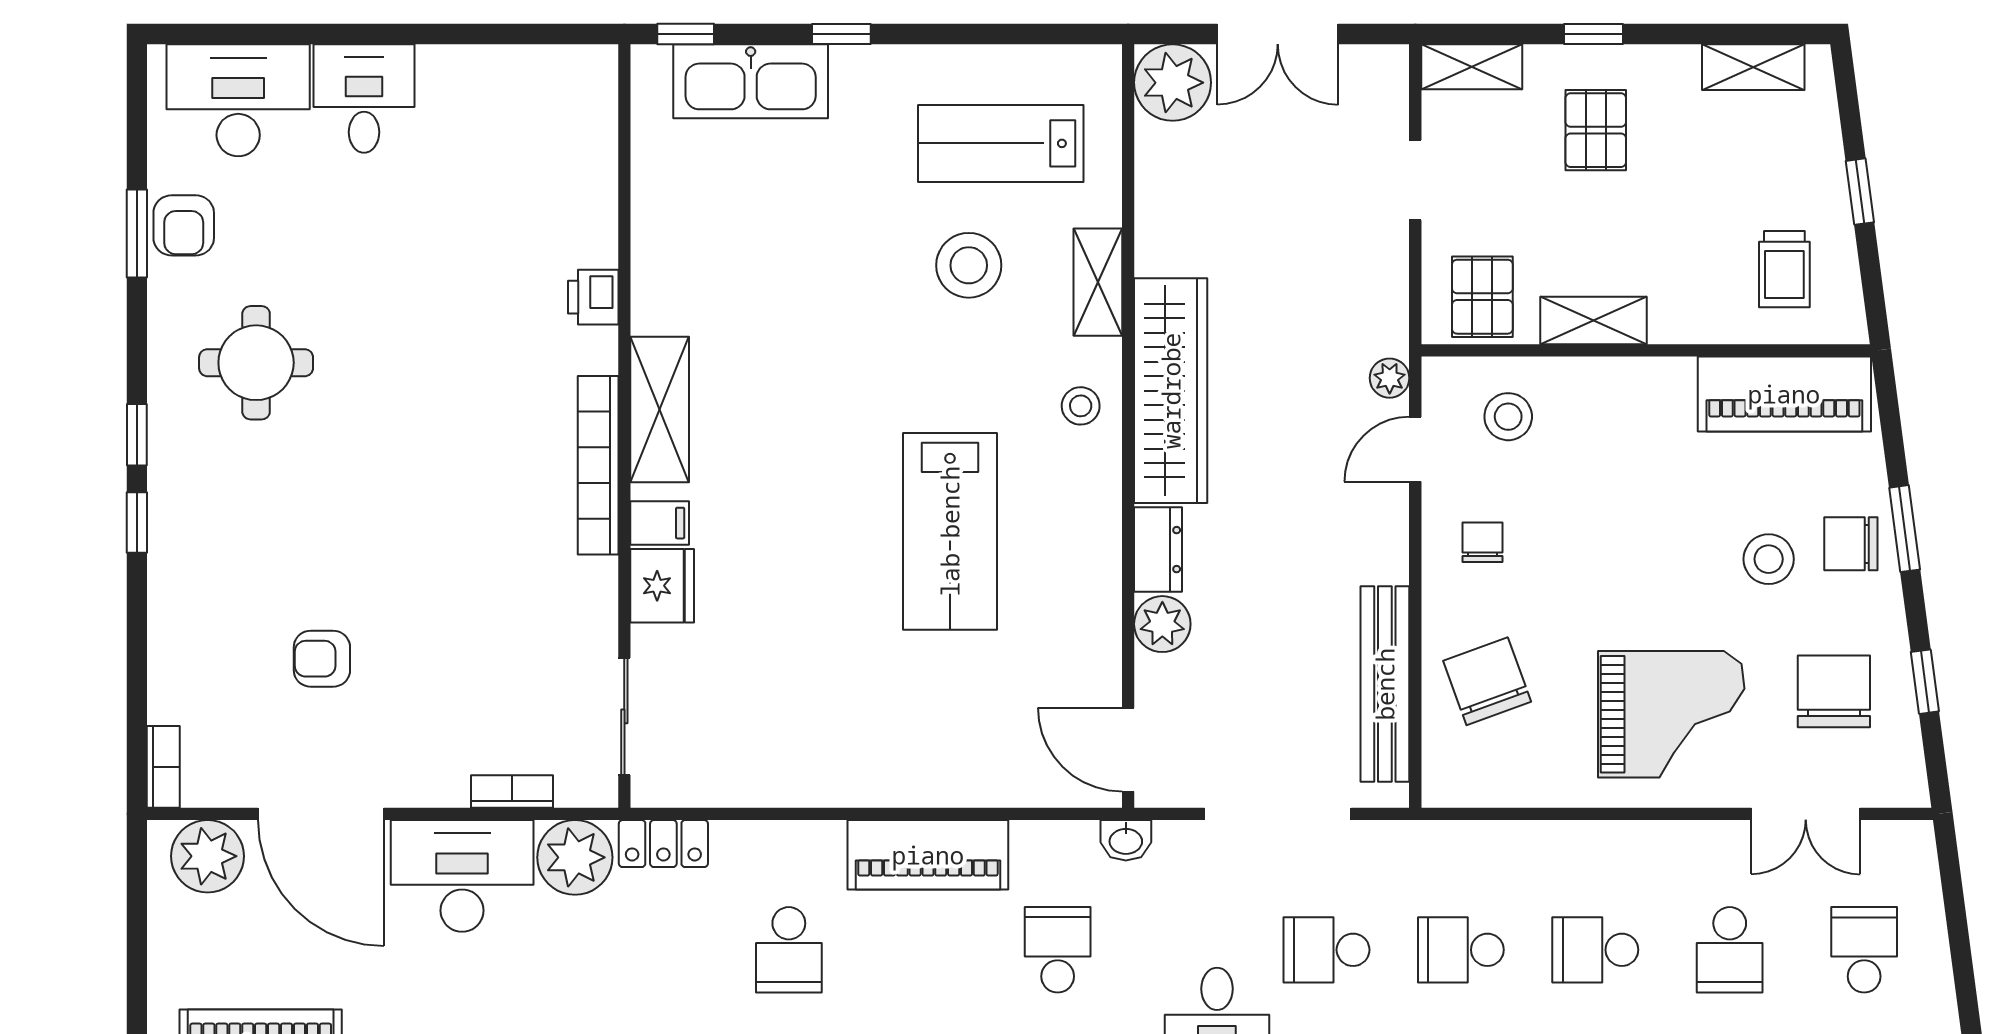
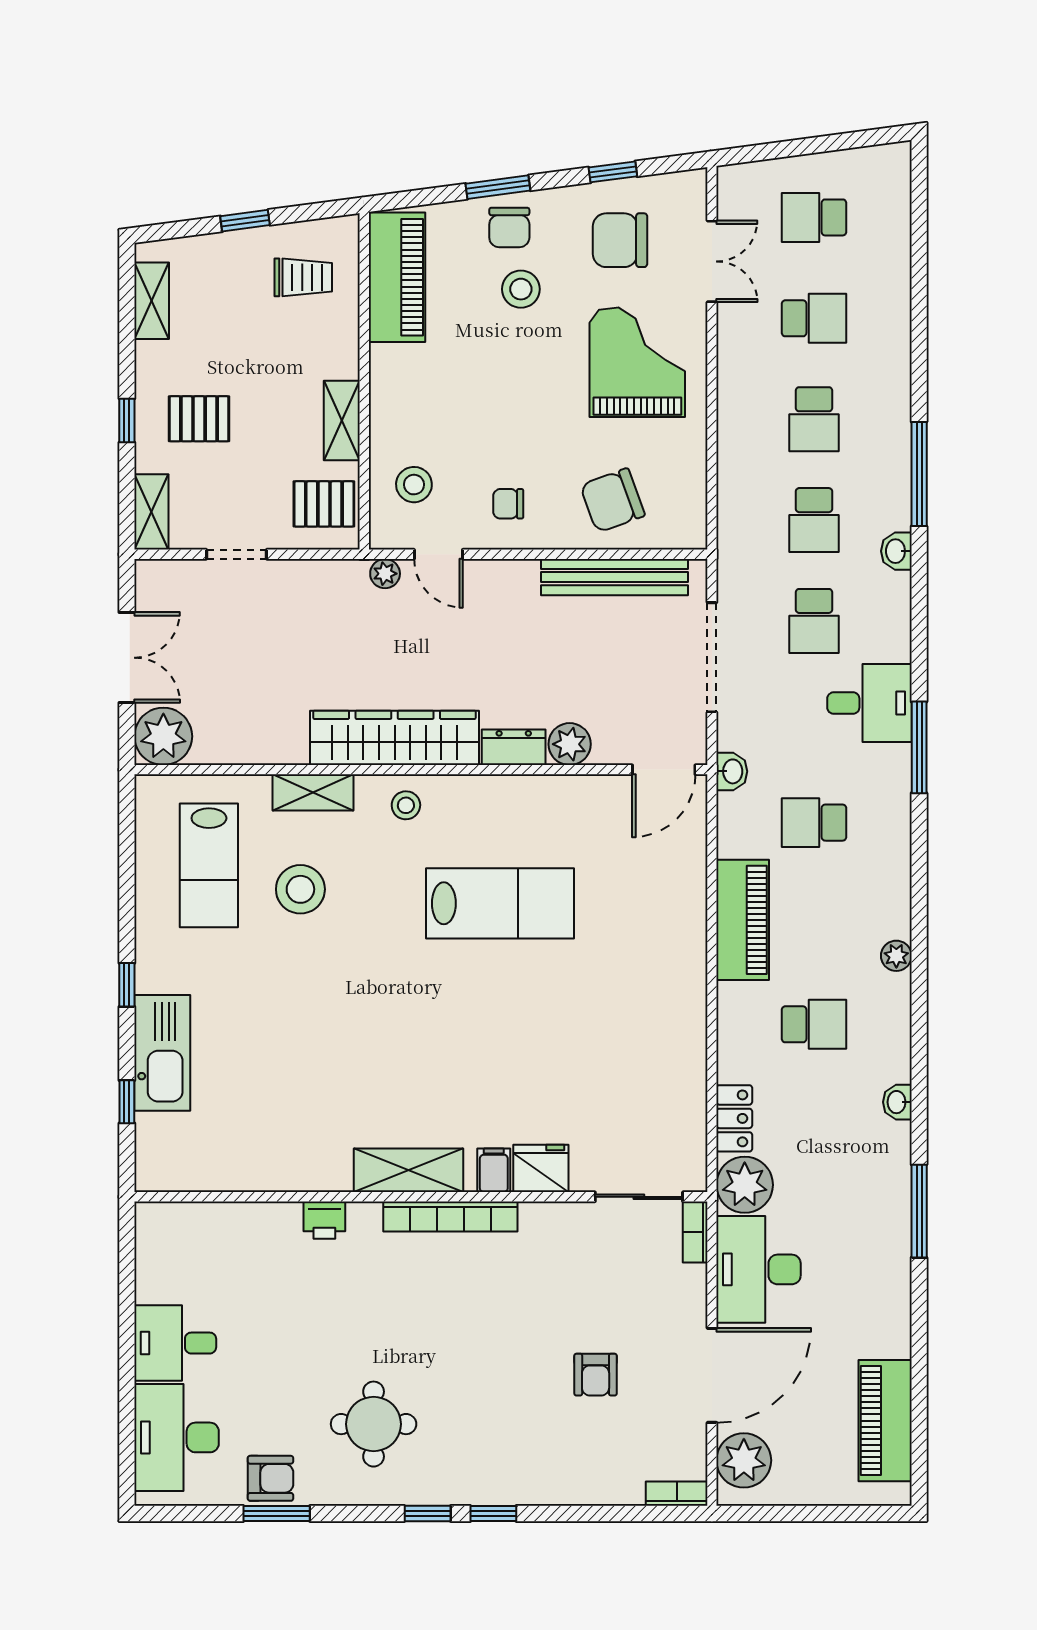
printer: (593, 297) -> (324, 1220), moved
shelving: (660, 409) -> (409, 1170), moved
wall: (624, 426) -> (421, 1197), moved
bookcase: (598, 465) -> (450, 1217), moved
filing cabinet: (660, 523) -> (494, 1170), moved
fridge: (662, 586) -> (541, 1168), moved
sliding door: (624, 716) -> (639, 1197), moved

